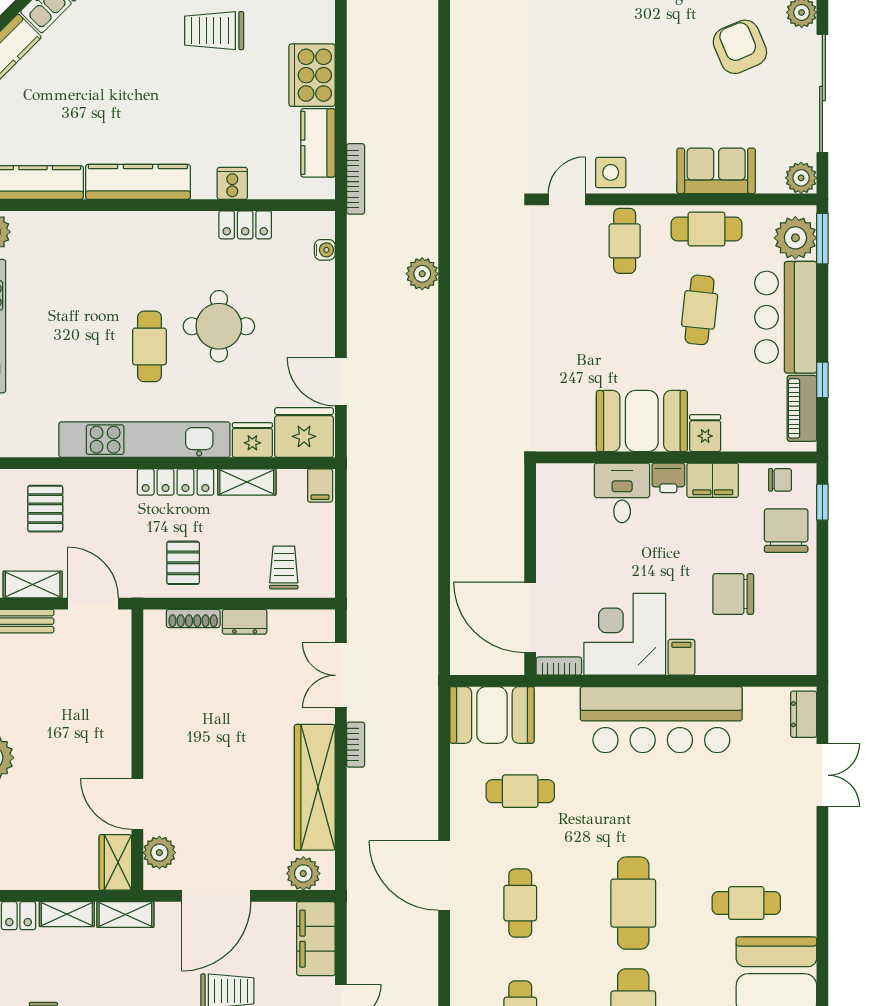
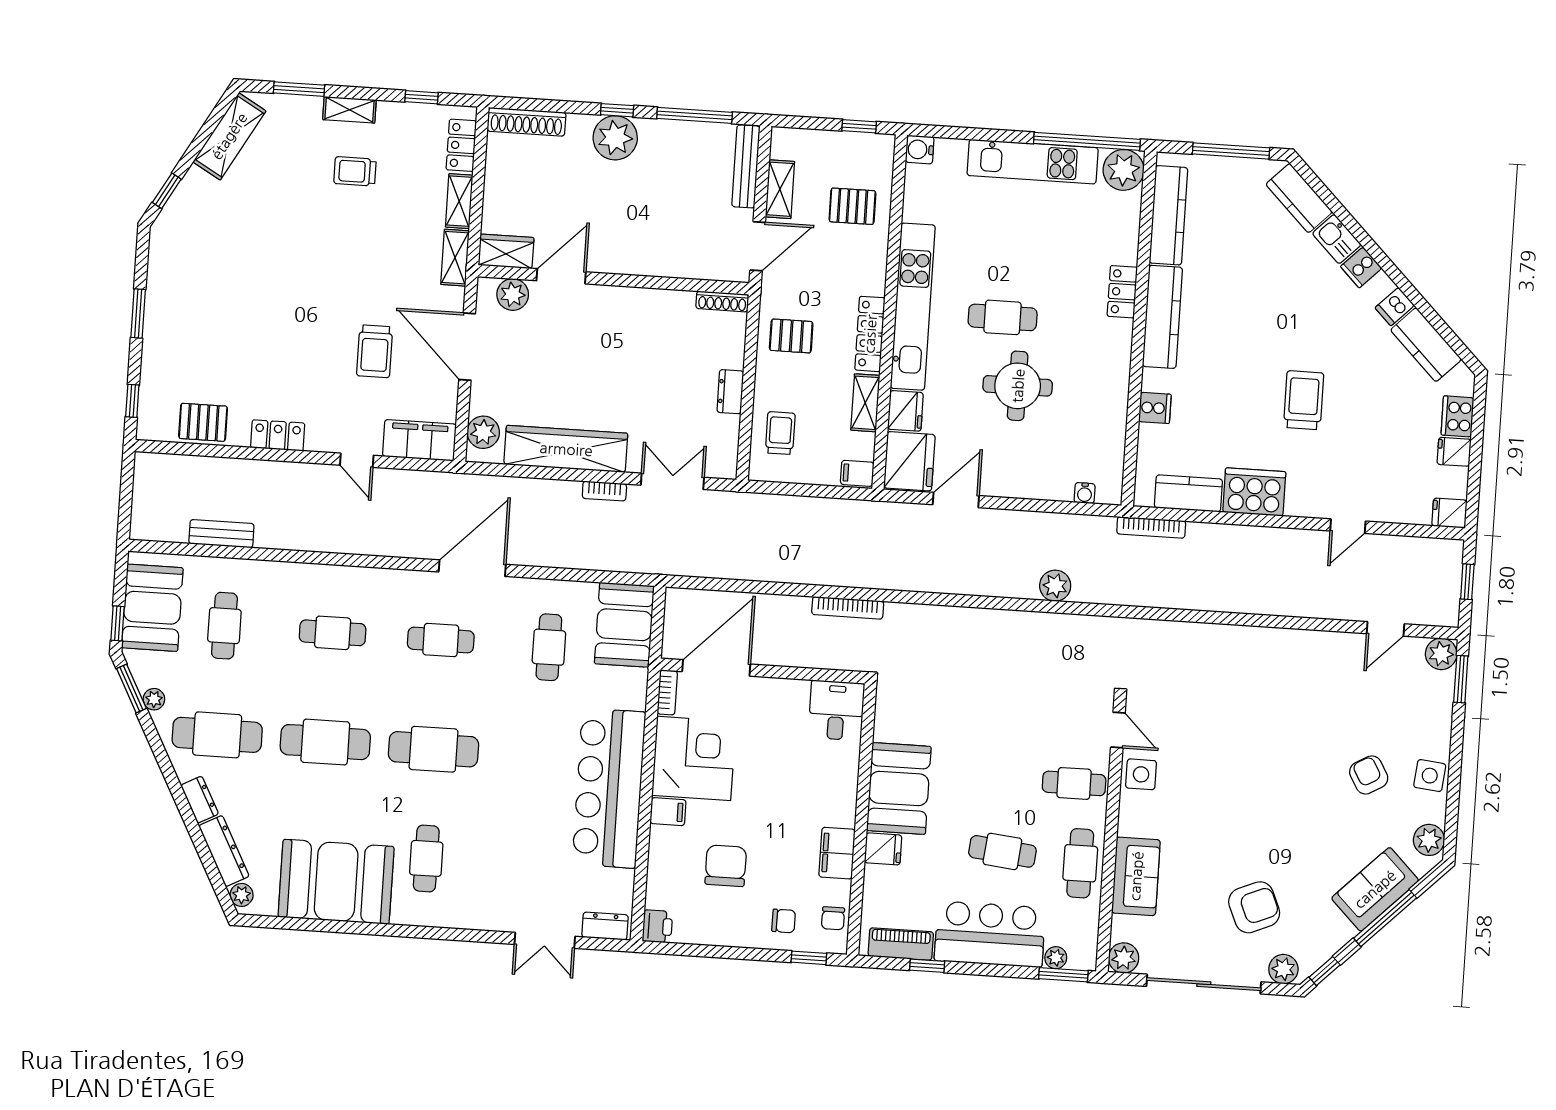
locker: (245, 225) -> (1122, 292), moved
plant: (795, 238) -> (1056, 958), width x0.53, depth x0.53
printer: (668, 478) -> (657, 926), moved, turned 180
bookcase: (459, 486) -> (848, 608), added
desk: (622, 493) -> (836, 710), moved, turned -90
chair: (786, 531) -> (784, 921), width x0.54, depth x0.54
trolley: (284, 567) -> (780, 433), turned -90
shoe rack: (193, 618) -> (722, 301), moved, turned -90

